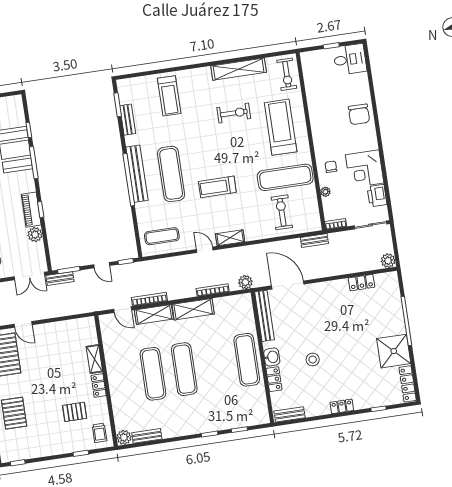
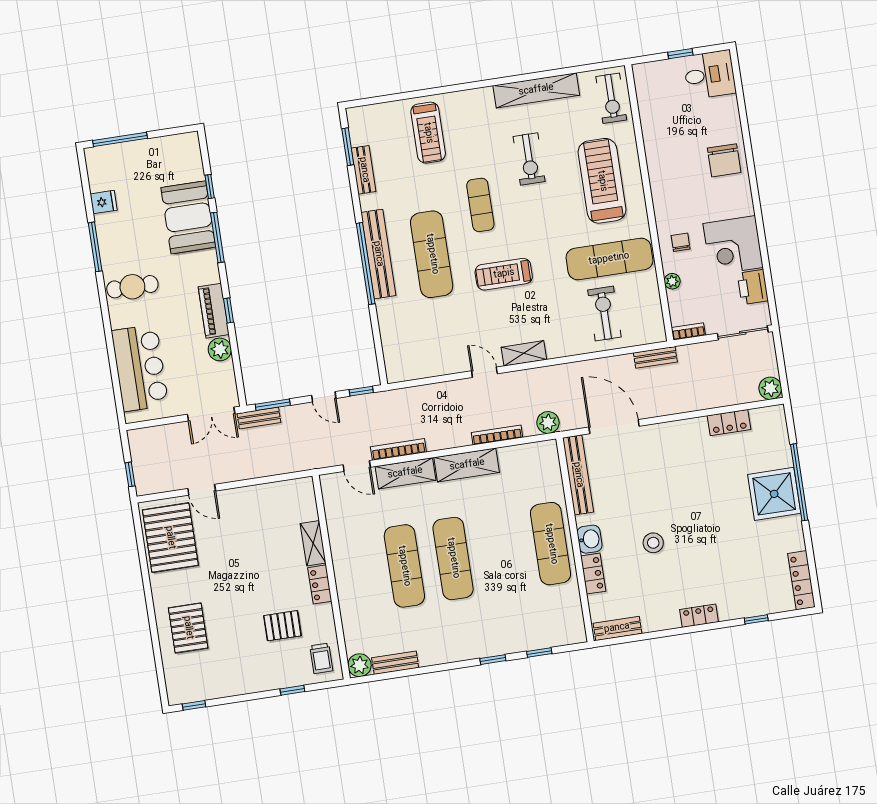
exercise bike: (234, 113) -> (529, 159), turned 90
exercise mat: (162, 236) -> (480, 205), moved, turned 90
shower: (394, 351) -> (774, 494), moved

